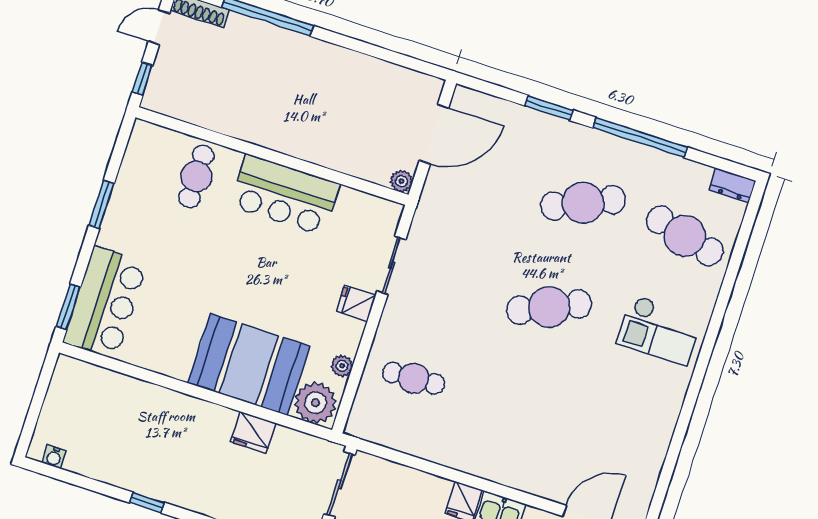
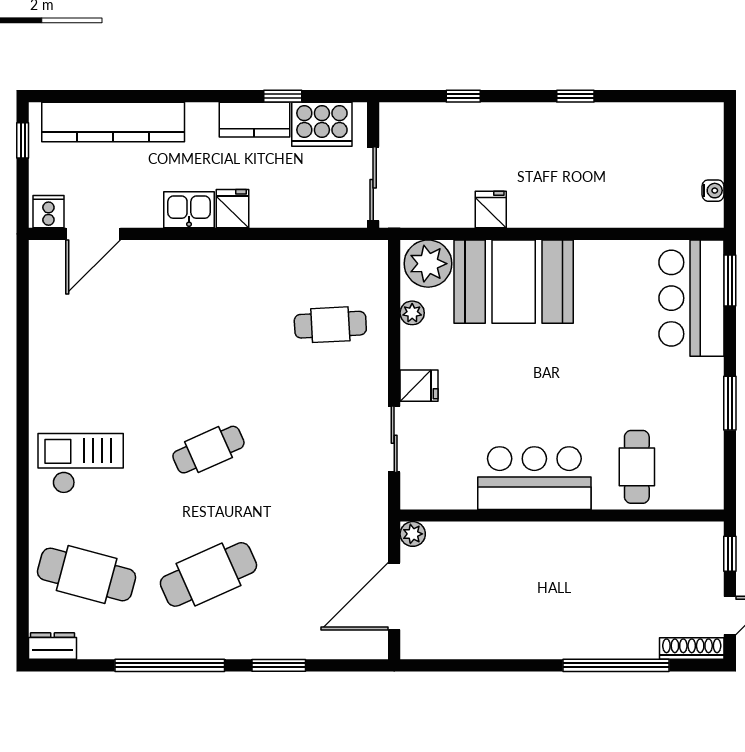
cafe table: (549, 307) -> (208, 450), width x0.73, depth x0.74
fridge: (253, 432) -> (491, 209), width x0.72
water cooler: (54, 457) -> (713, 191), moved, turned 90

